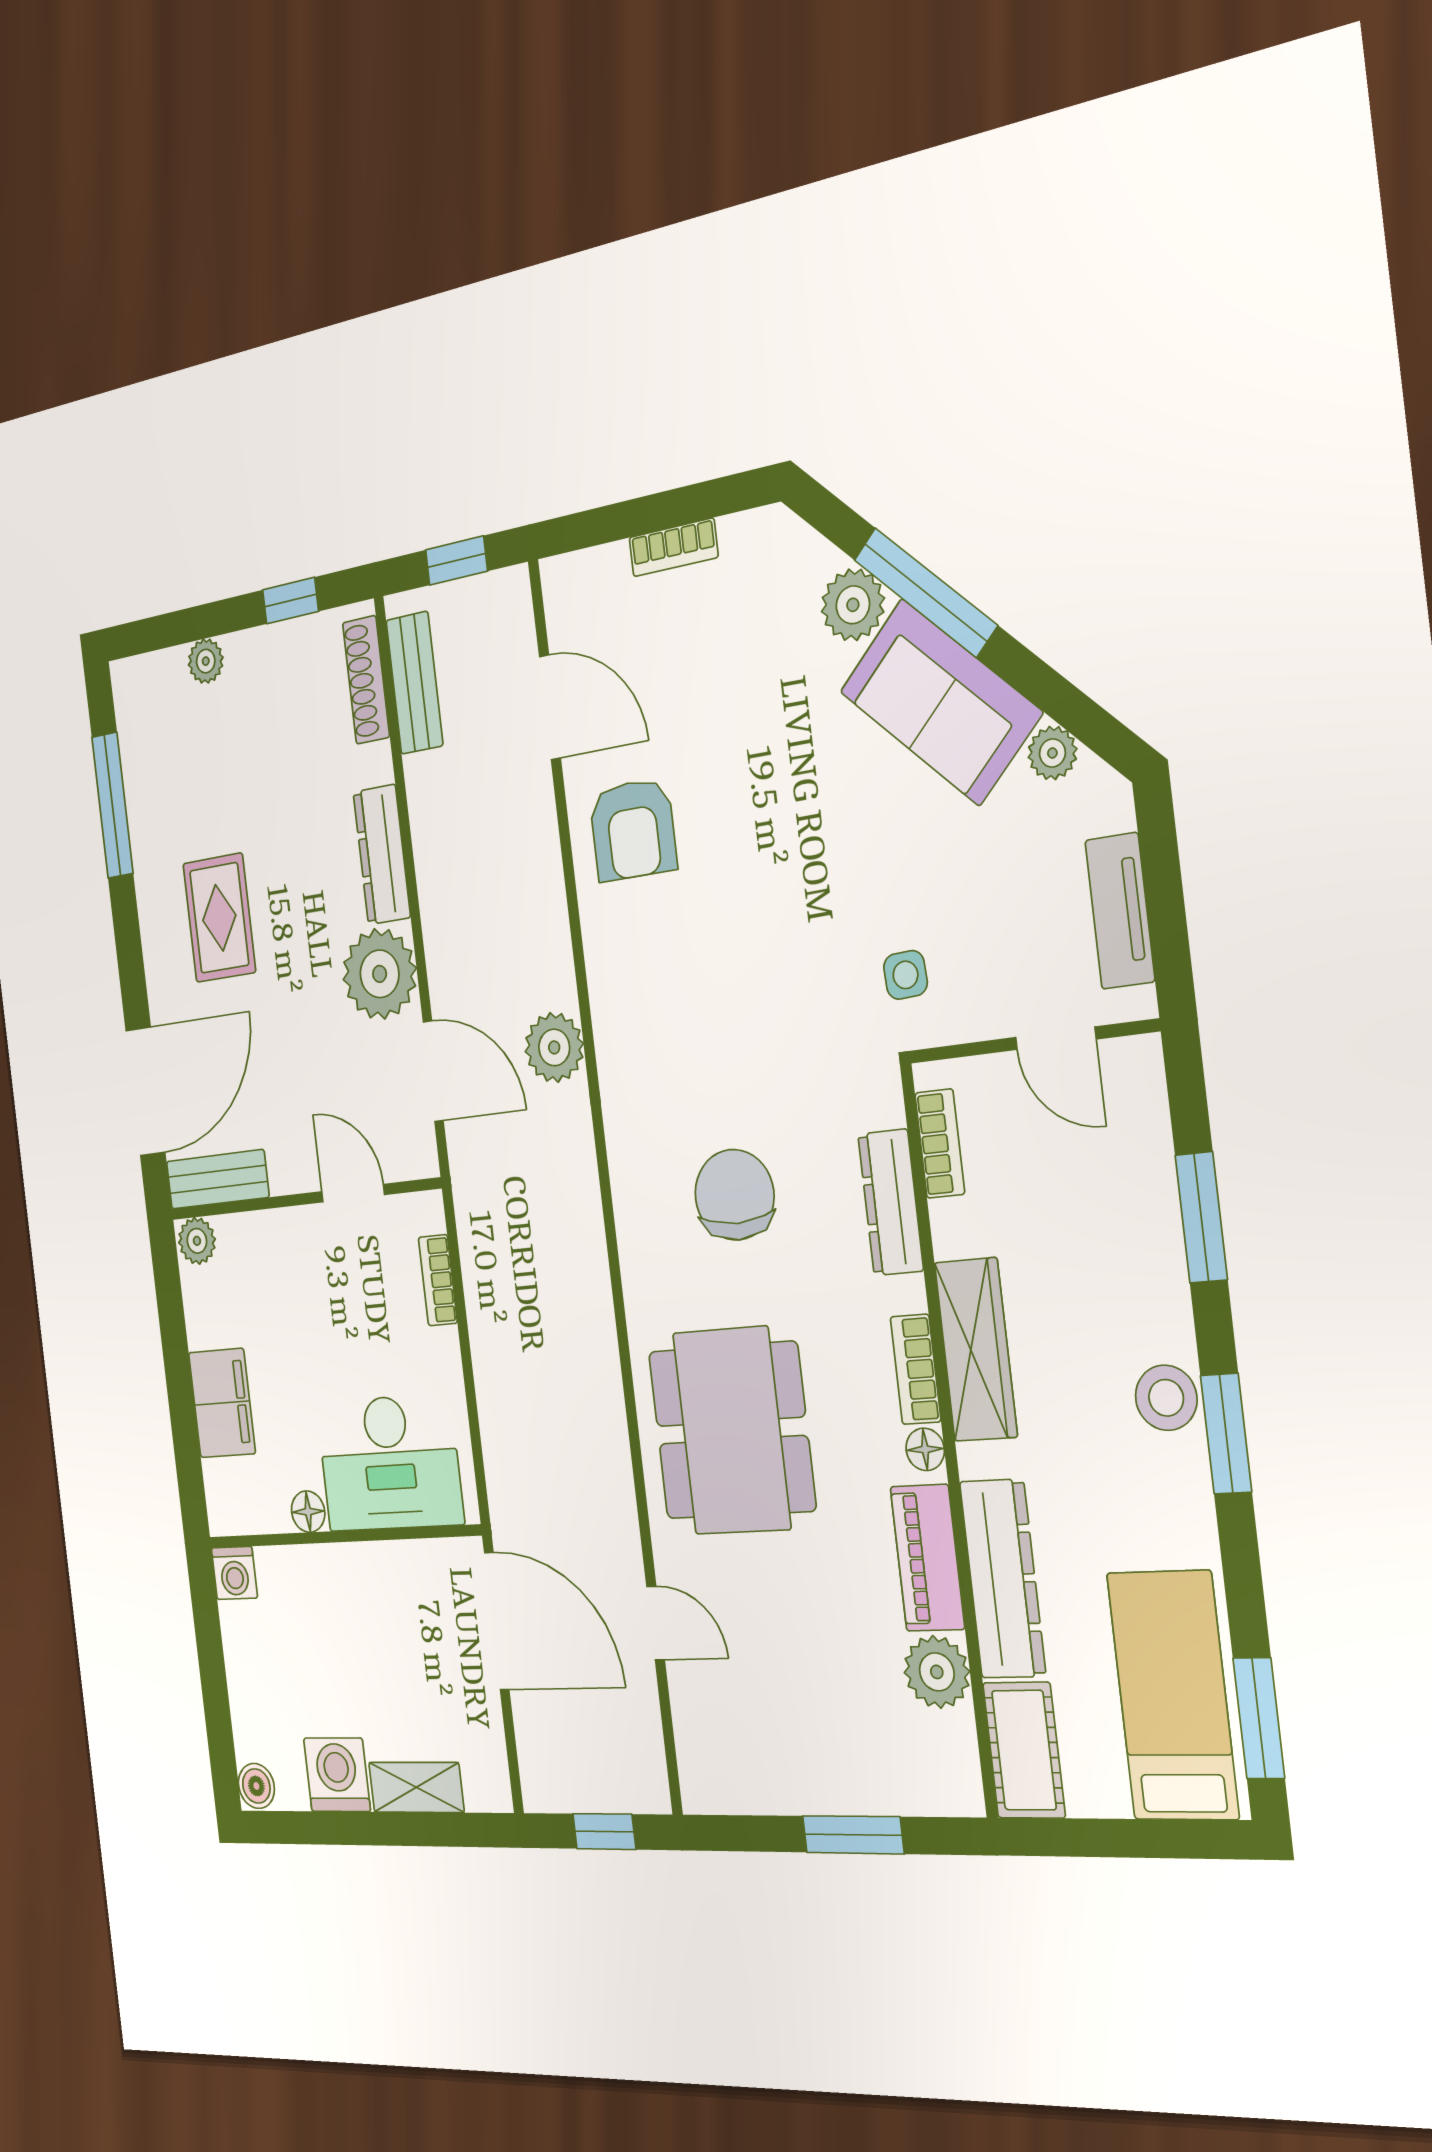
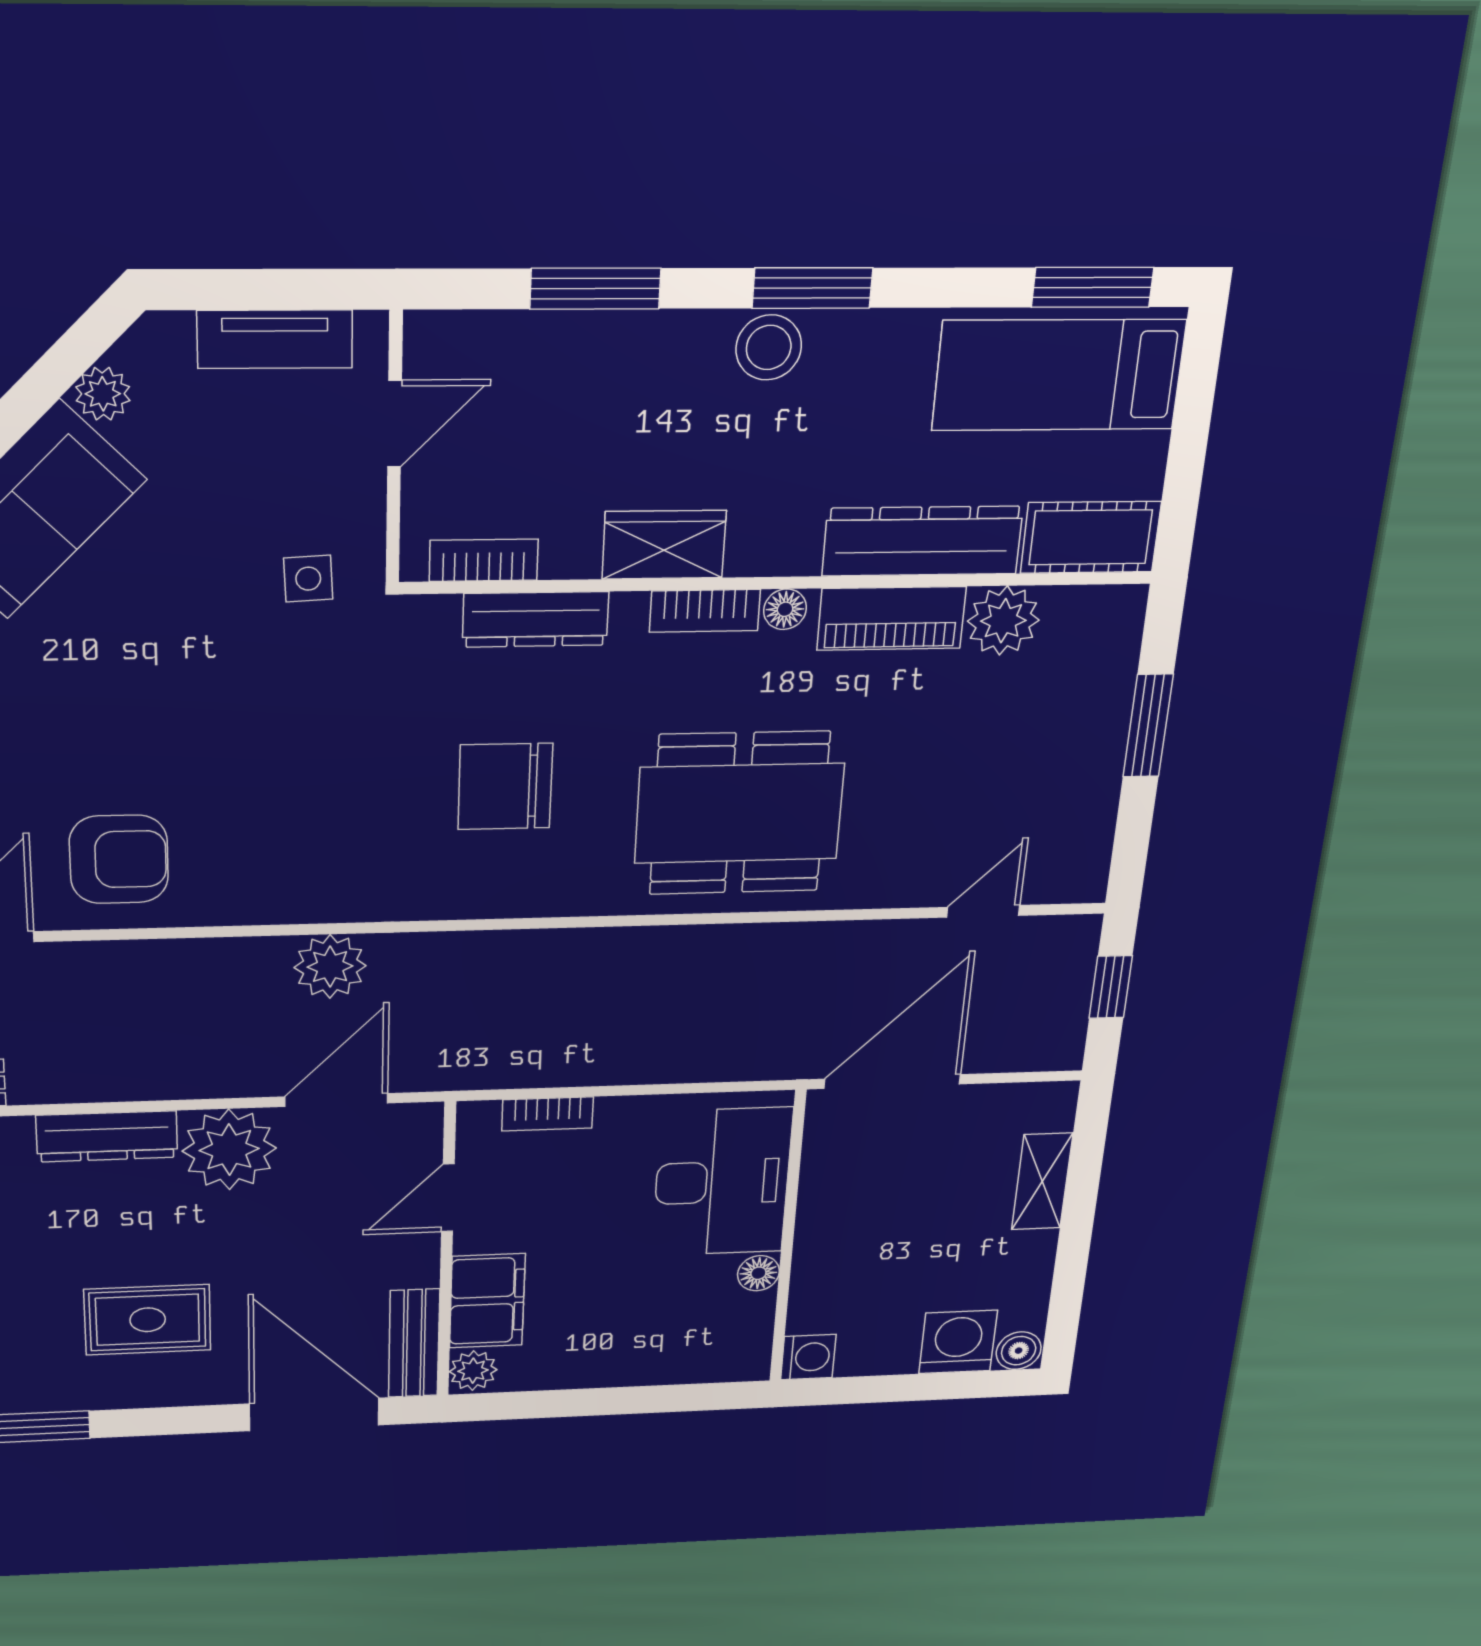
wardrobe: (976, 1350) -> (664, 545), width x0.67
filing cabinet: (222, 1403) -> (487, 1301), moved, turned 90
door: (656, 1623) -> (983, 911), moved
washing machine: (337, 1775) -> (958, 1342), moved, turned 90

